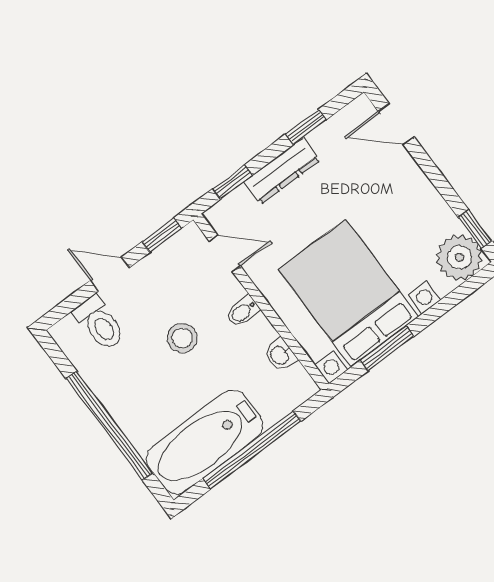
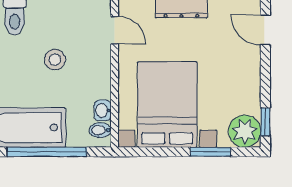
bidet: (243, 312) -> (100, 130), moved
window: (387, 348) -> (210, 152), moved

